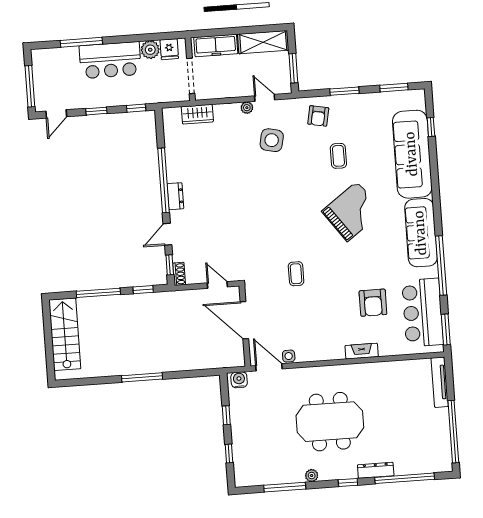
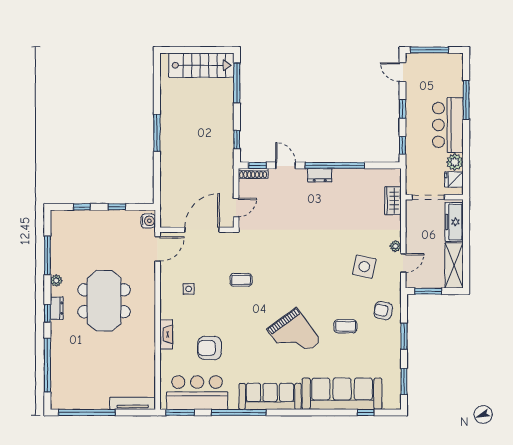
shoe rack: (179, 274) -> (253, 173), width x1.43
window: (98, 293) -> (237, 83), moved
side table: (289, 356) -> (189, 289), moved
dresser: (376, 470) -> (57, 308), moved, width x0.70

